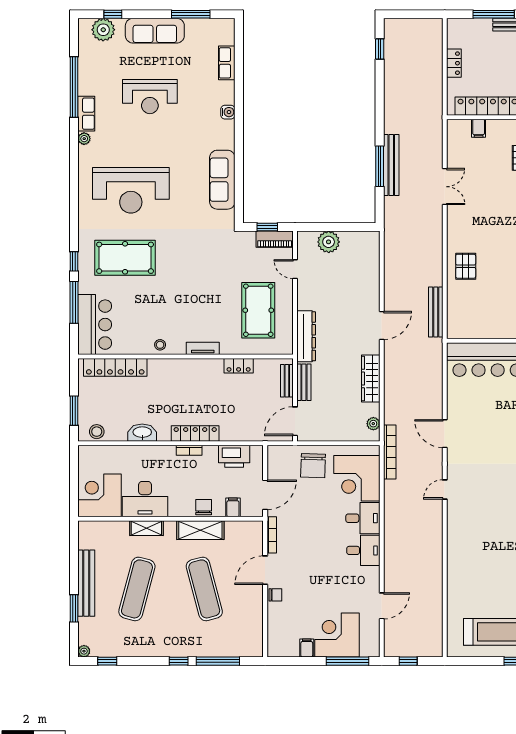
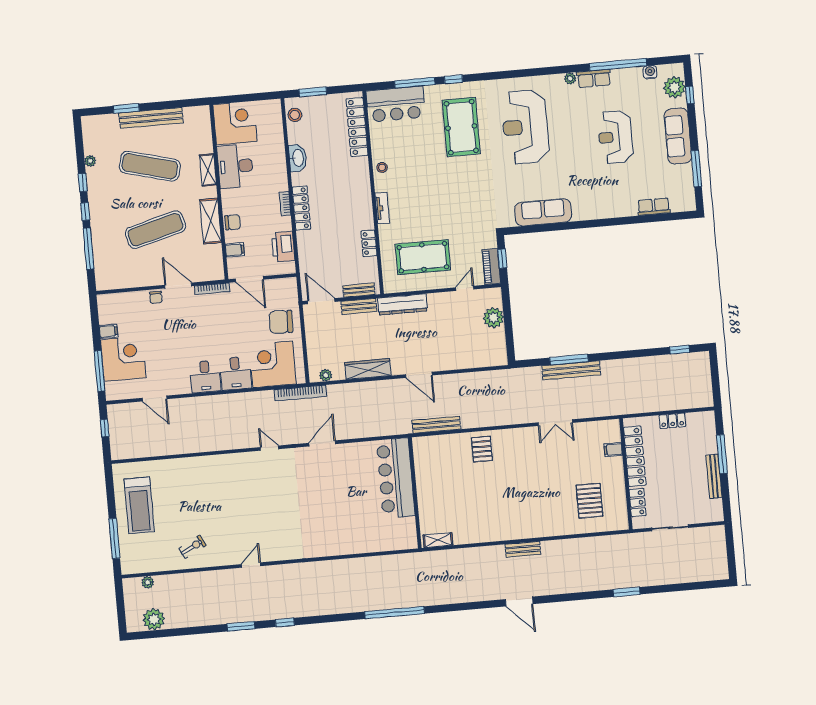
water cooler: (228, 112) -> (650, 72), moved, turned 180
pallet: (466, 266) -> (482, 449), turned 90
plant: (84, 651) -> (90, 161), moved
window: (107, 661) -> (83, 183), moved

